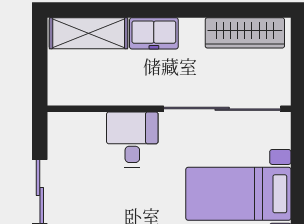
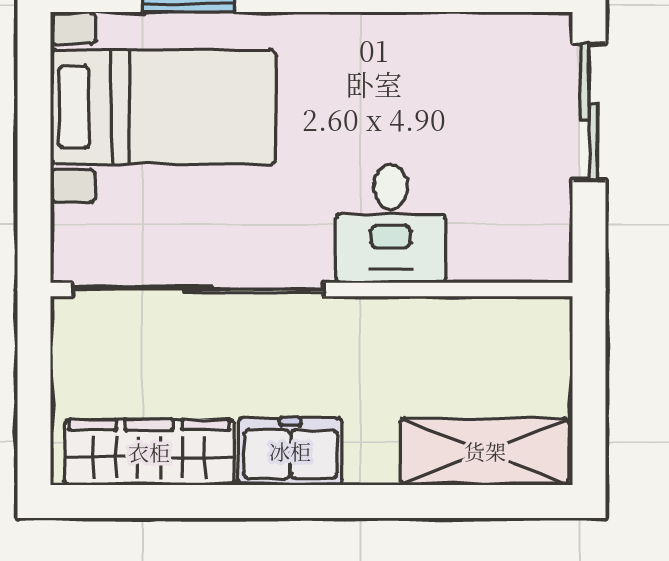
freezer: (154, 33) -> (290, 451), moved

